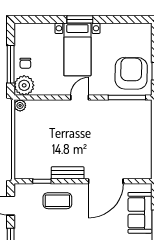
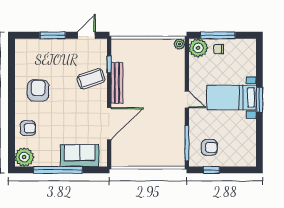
armchair: (131, 73) -> (209, 147), width x0.53, depth x0.53
bench: (68, 173) -> (117, 83), width x1.36
door: (106, 181) -> (109, 124), swing flipped
coffee table: (57, 201) -> (91, 79), turned 71

